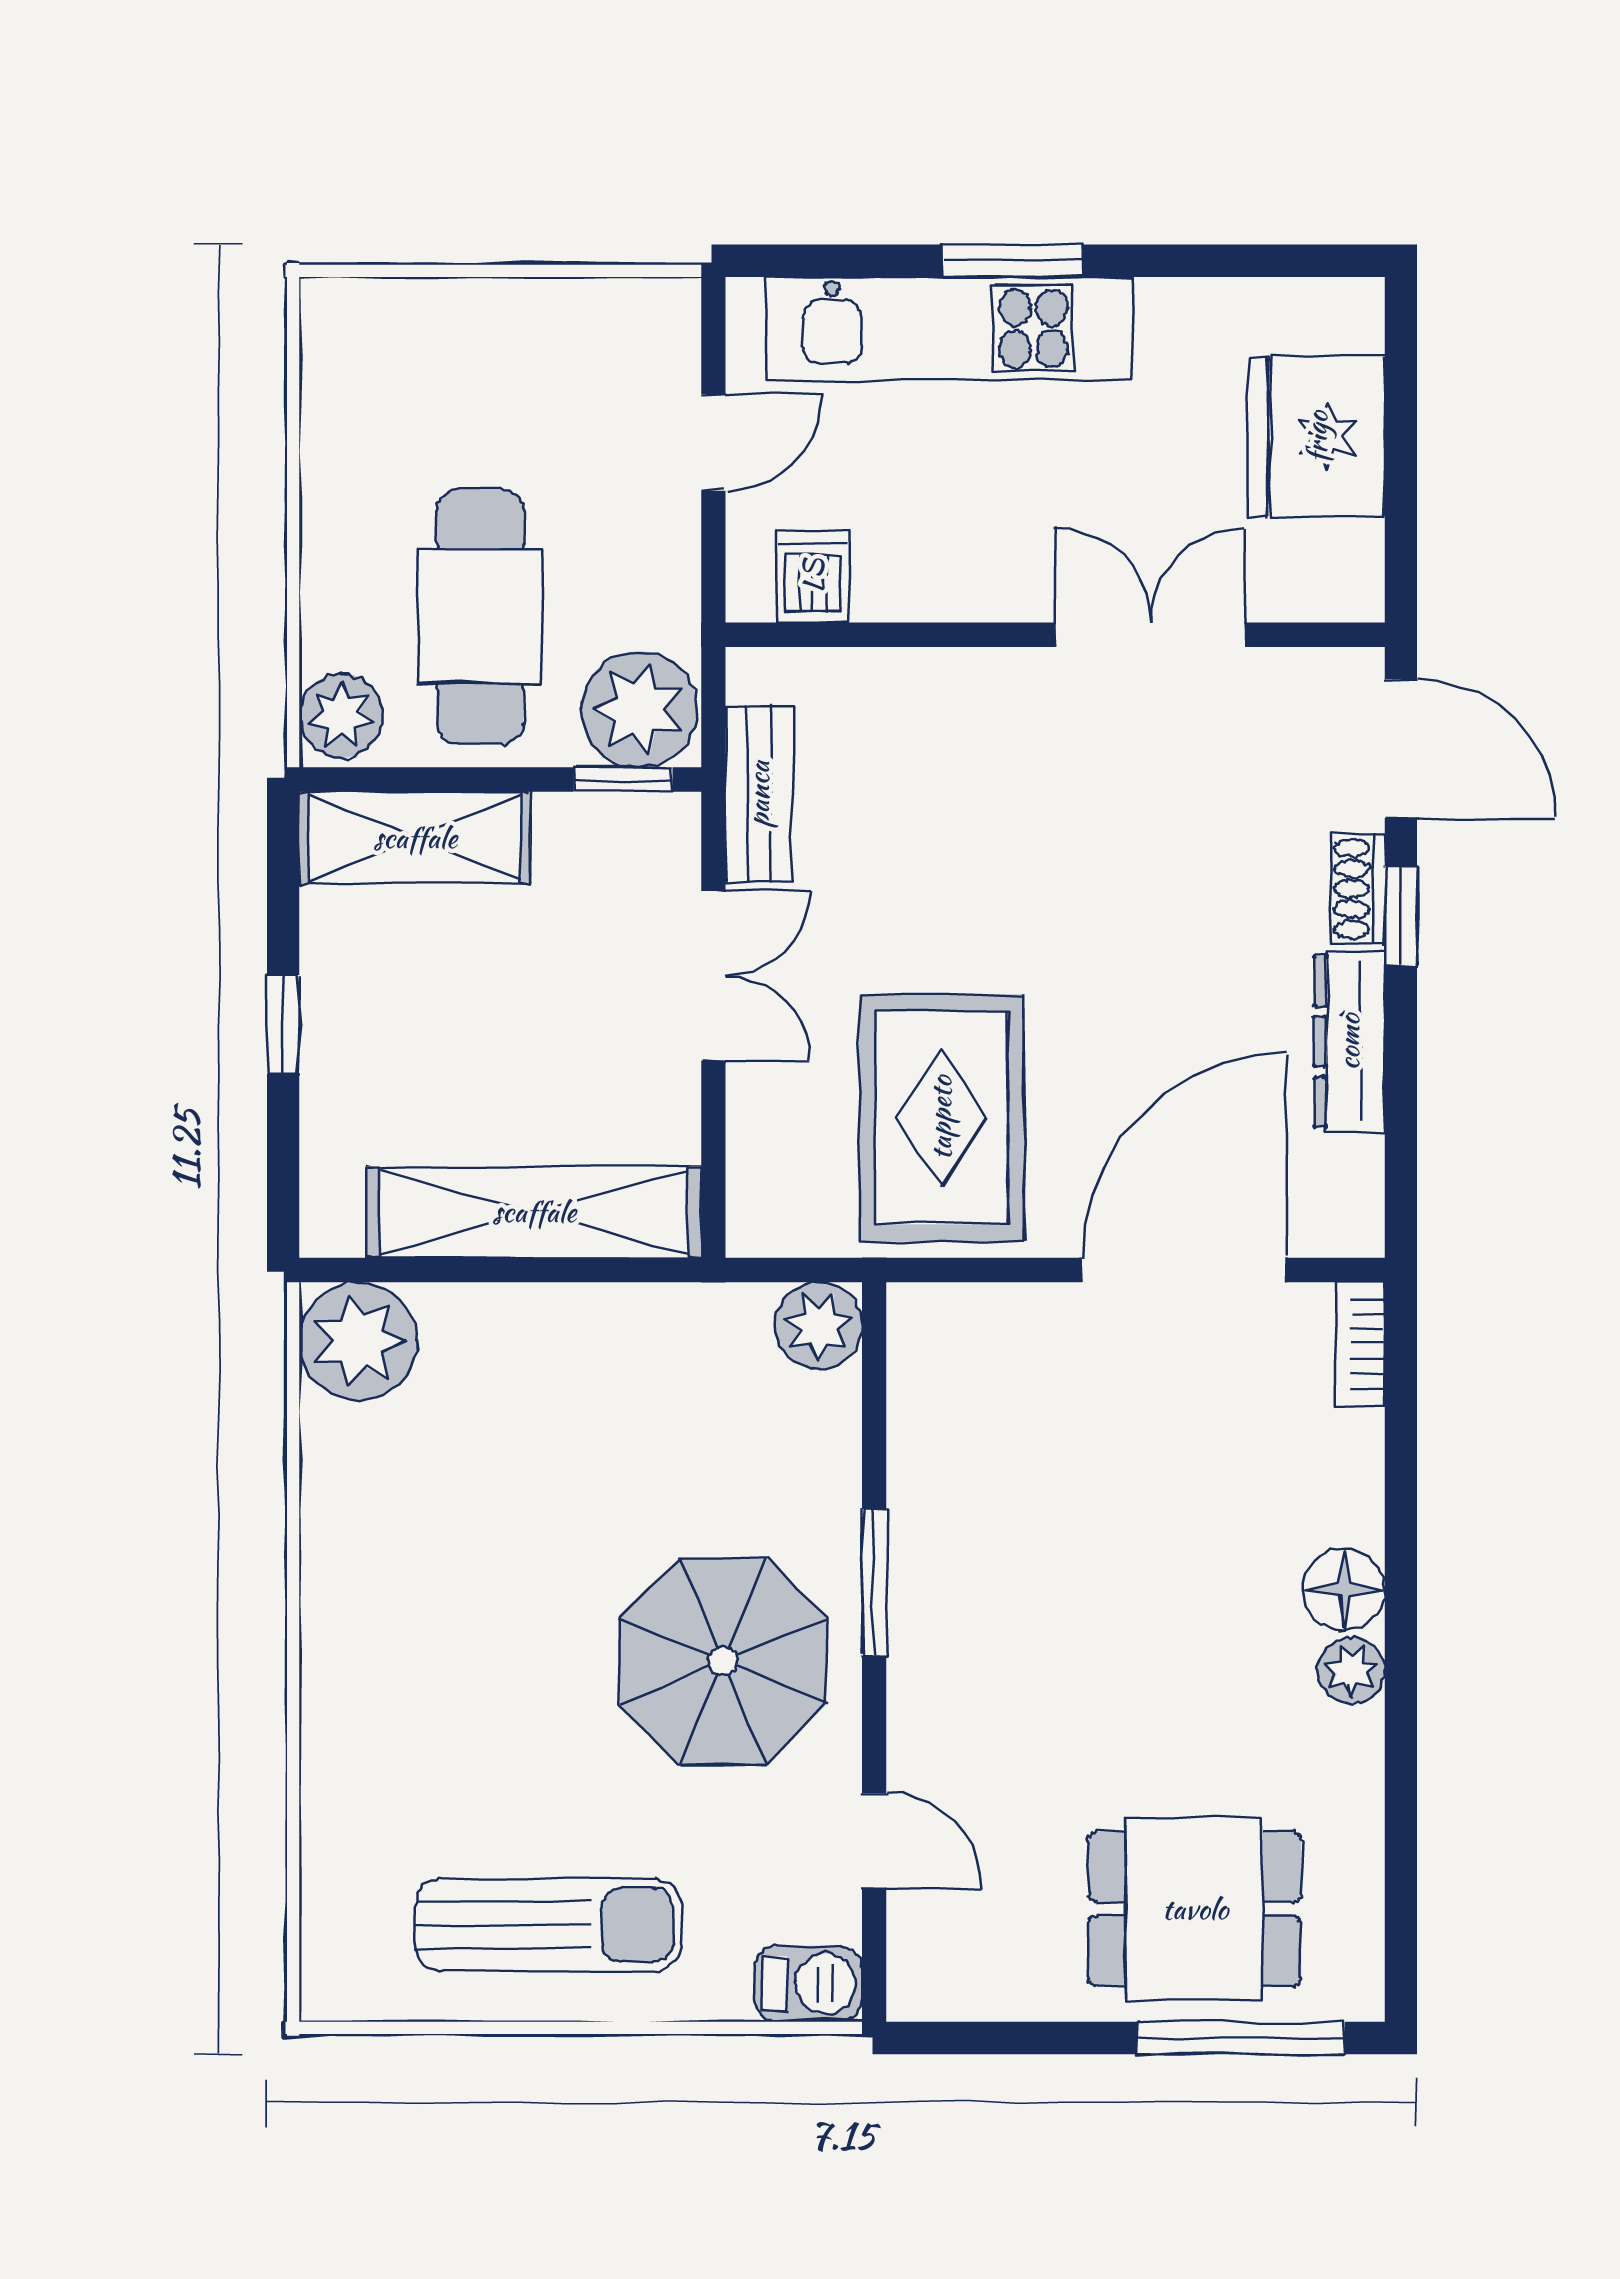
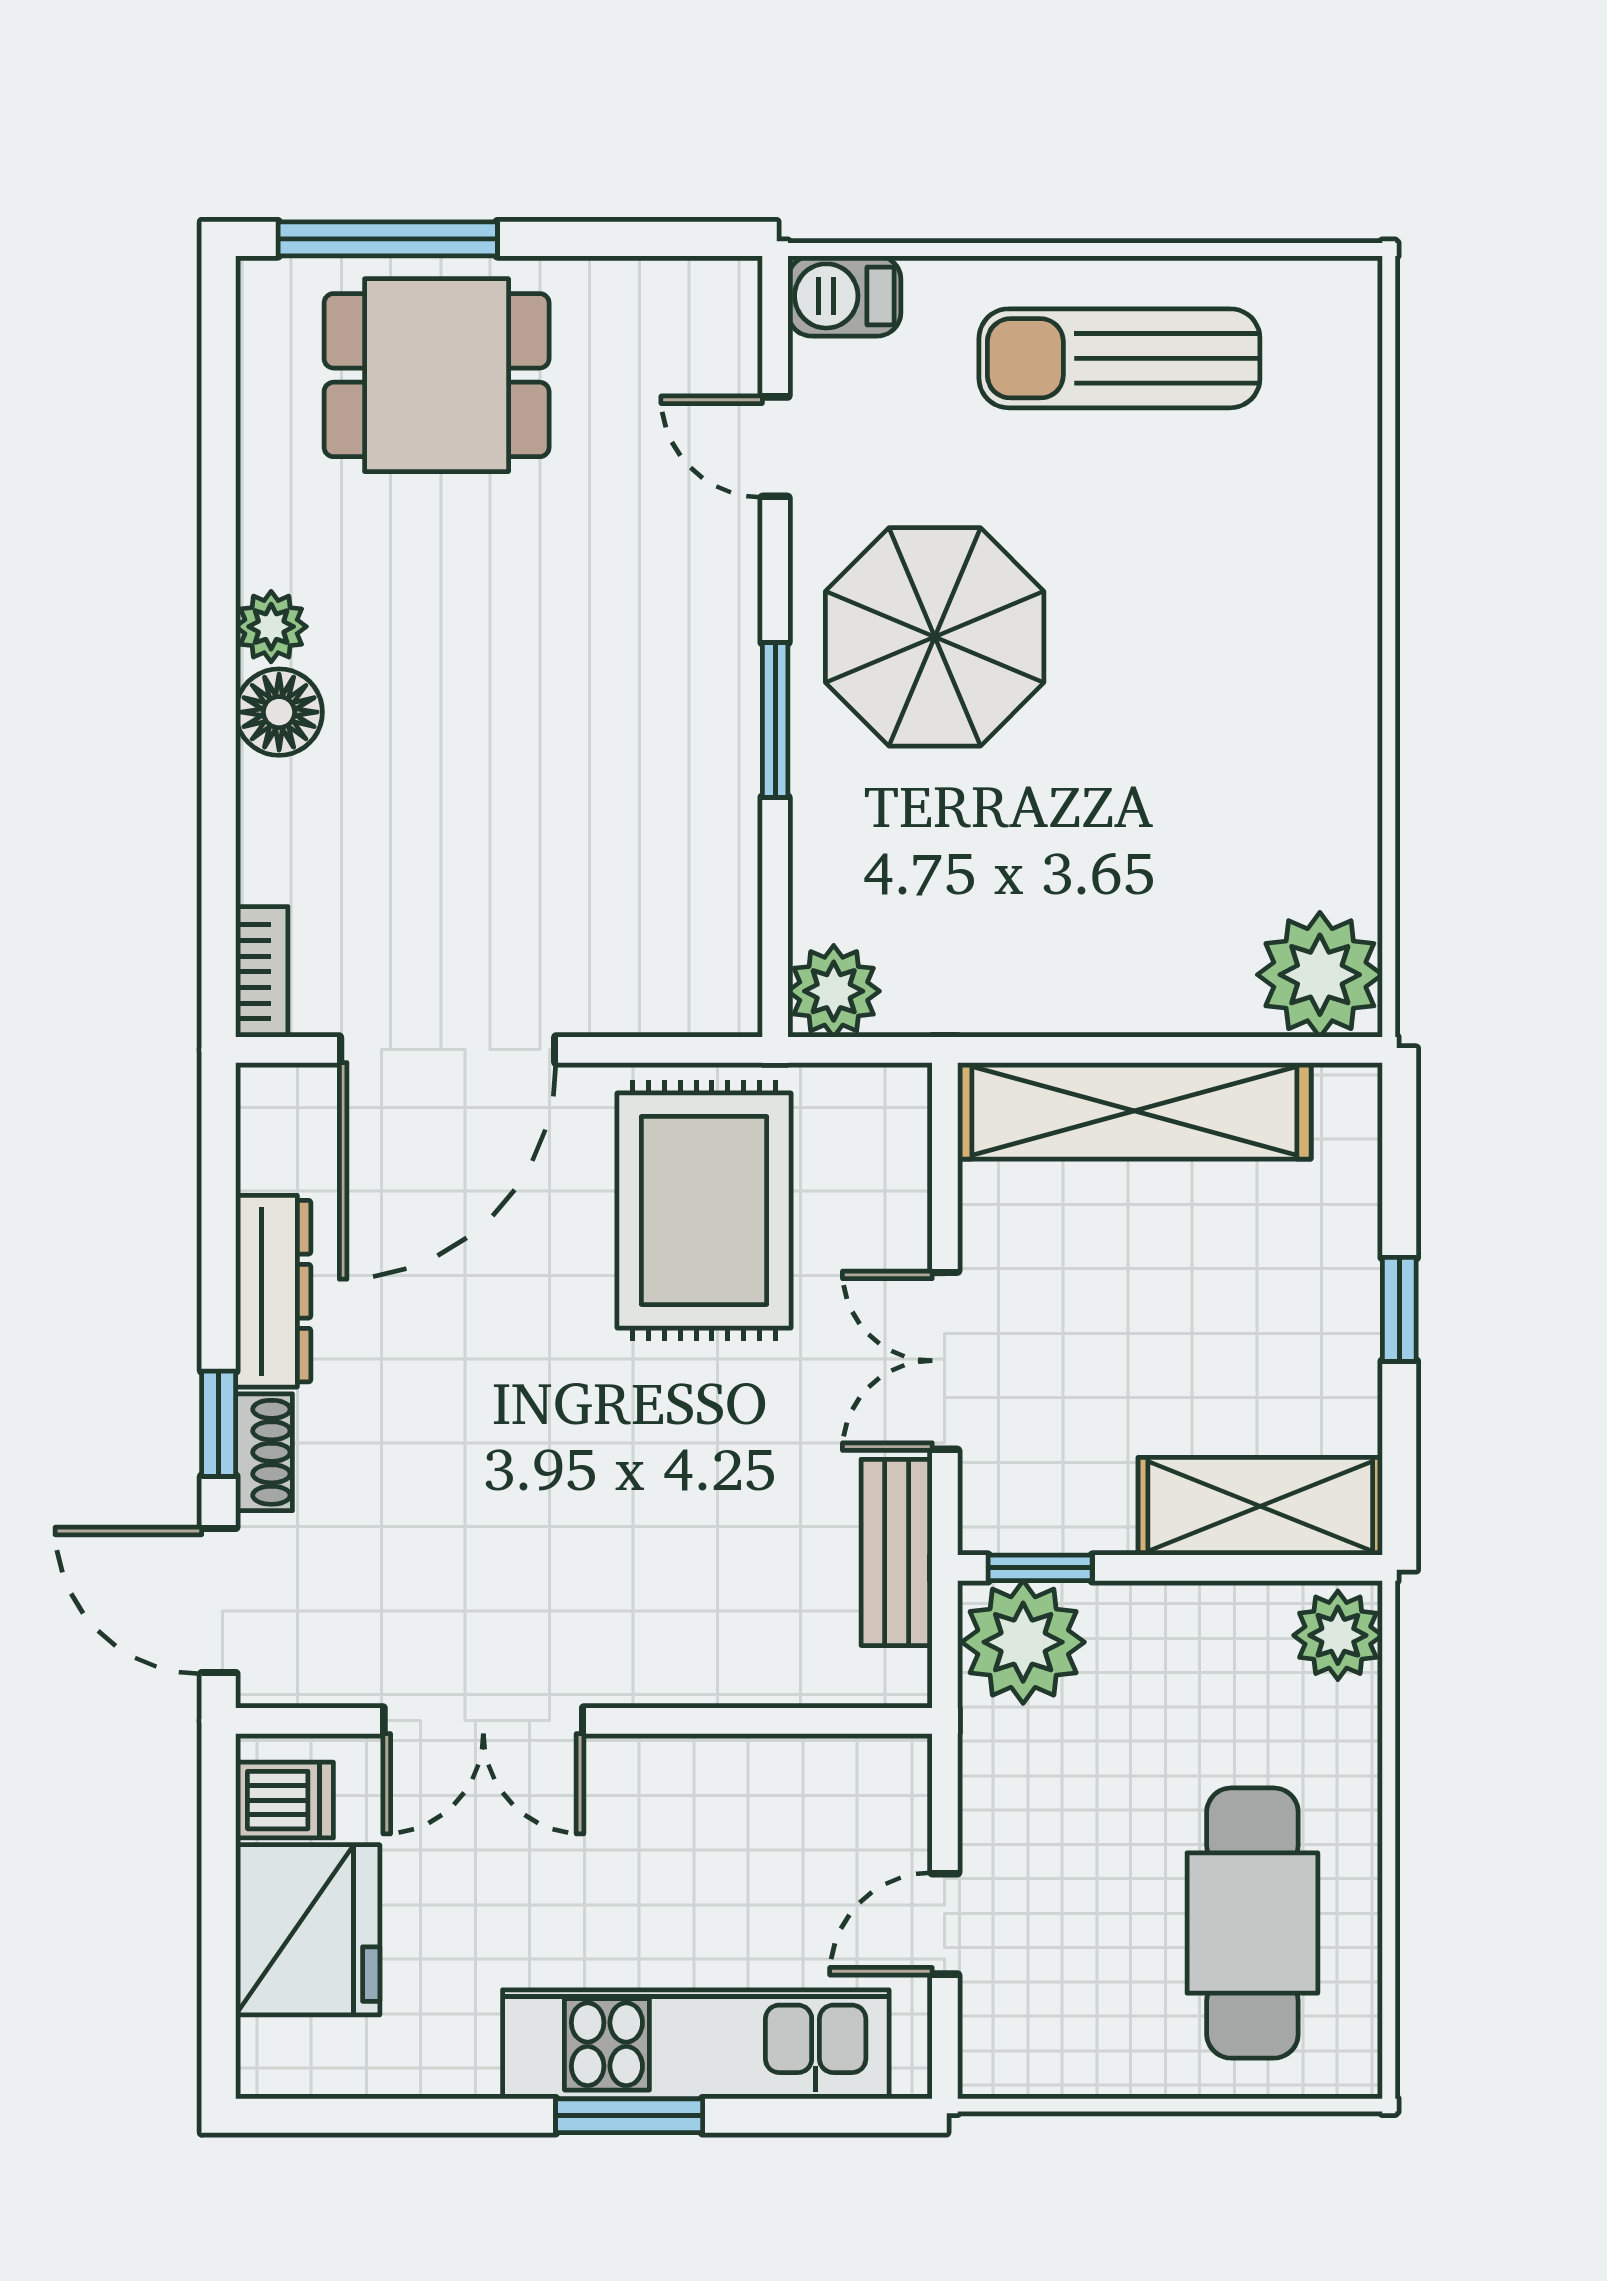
dishwasher: (813, 576) -> (285, 1800), moved, turned -90
cafe table: (480, 616) -> (1252, 1923), moved

